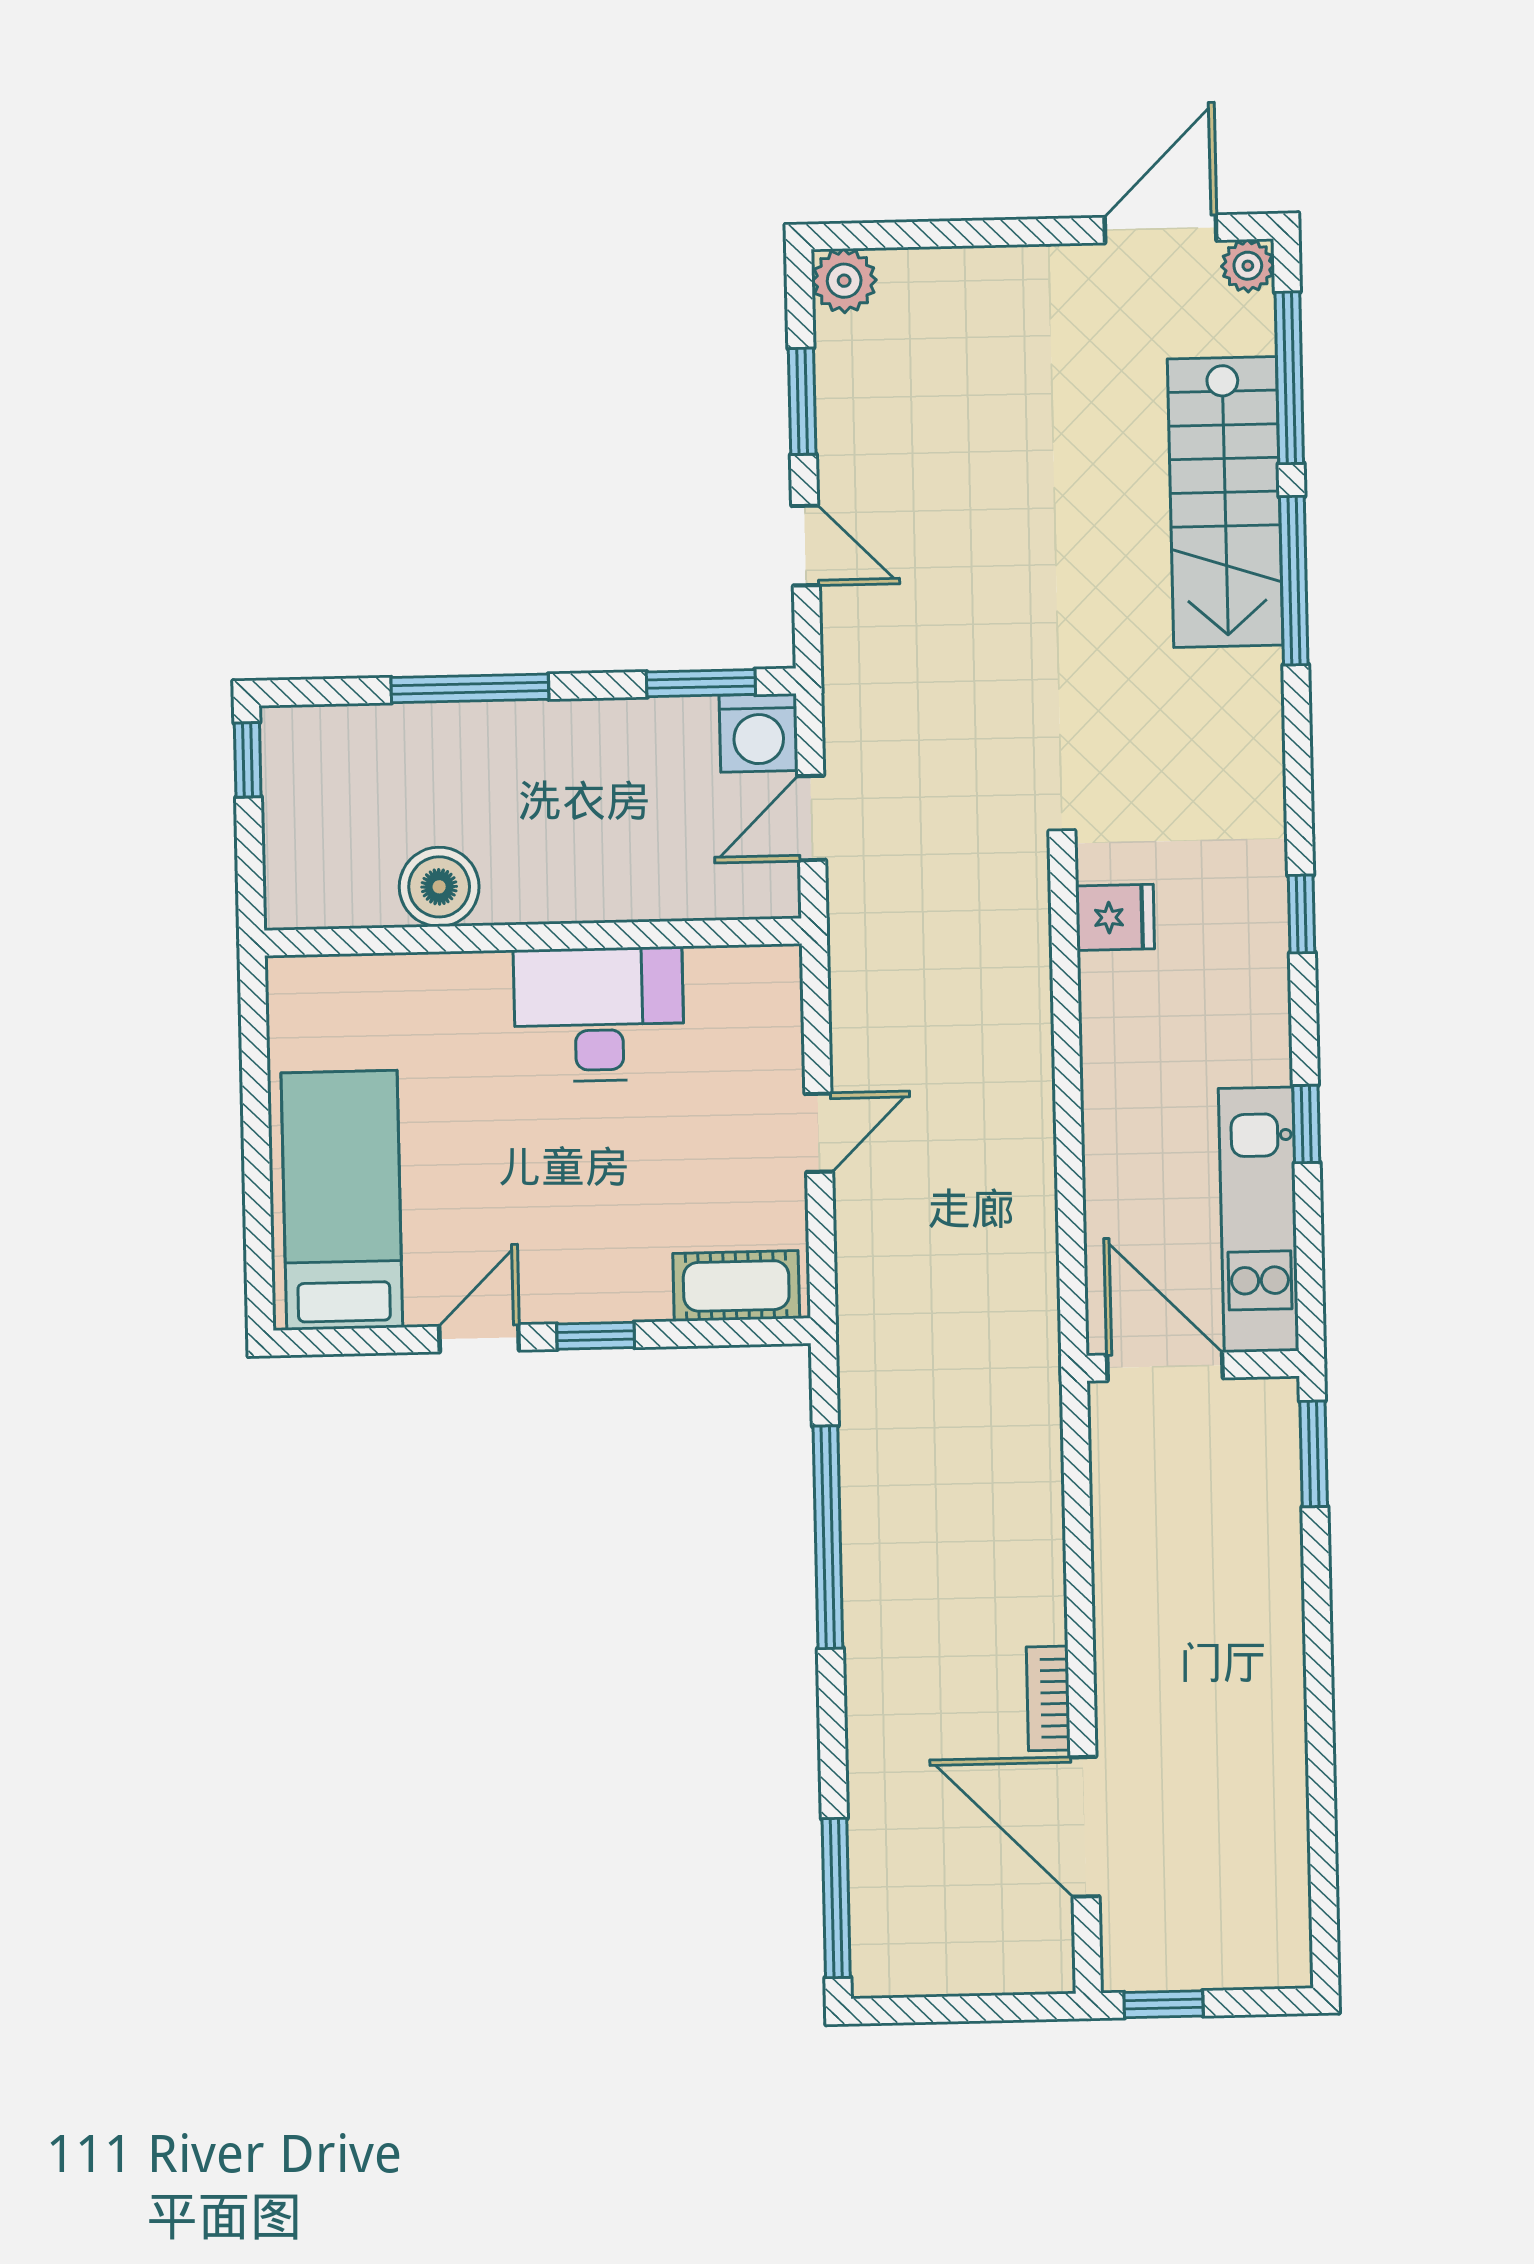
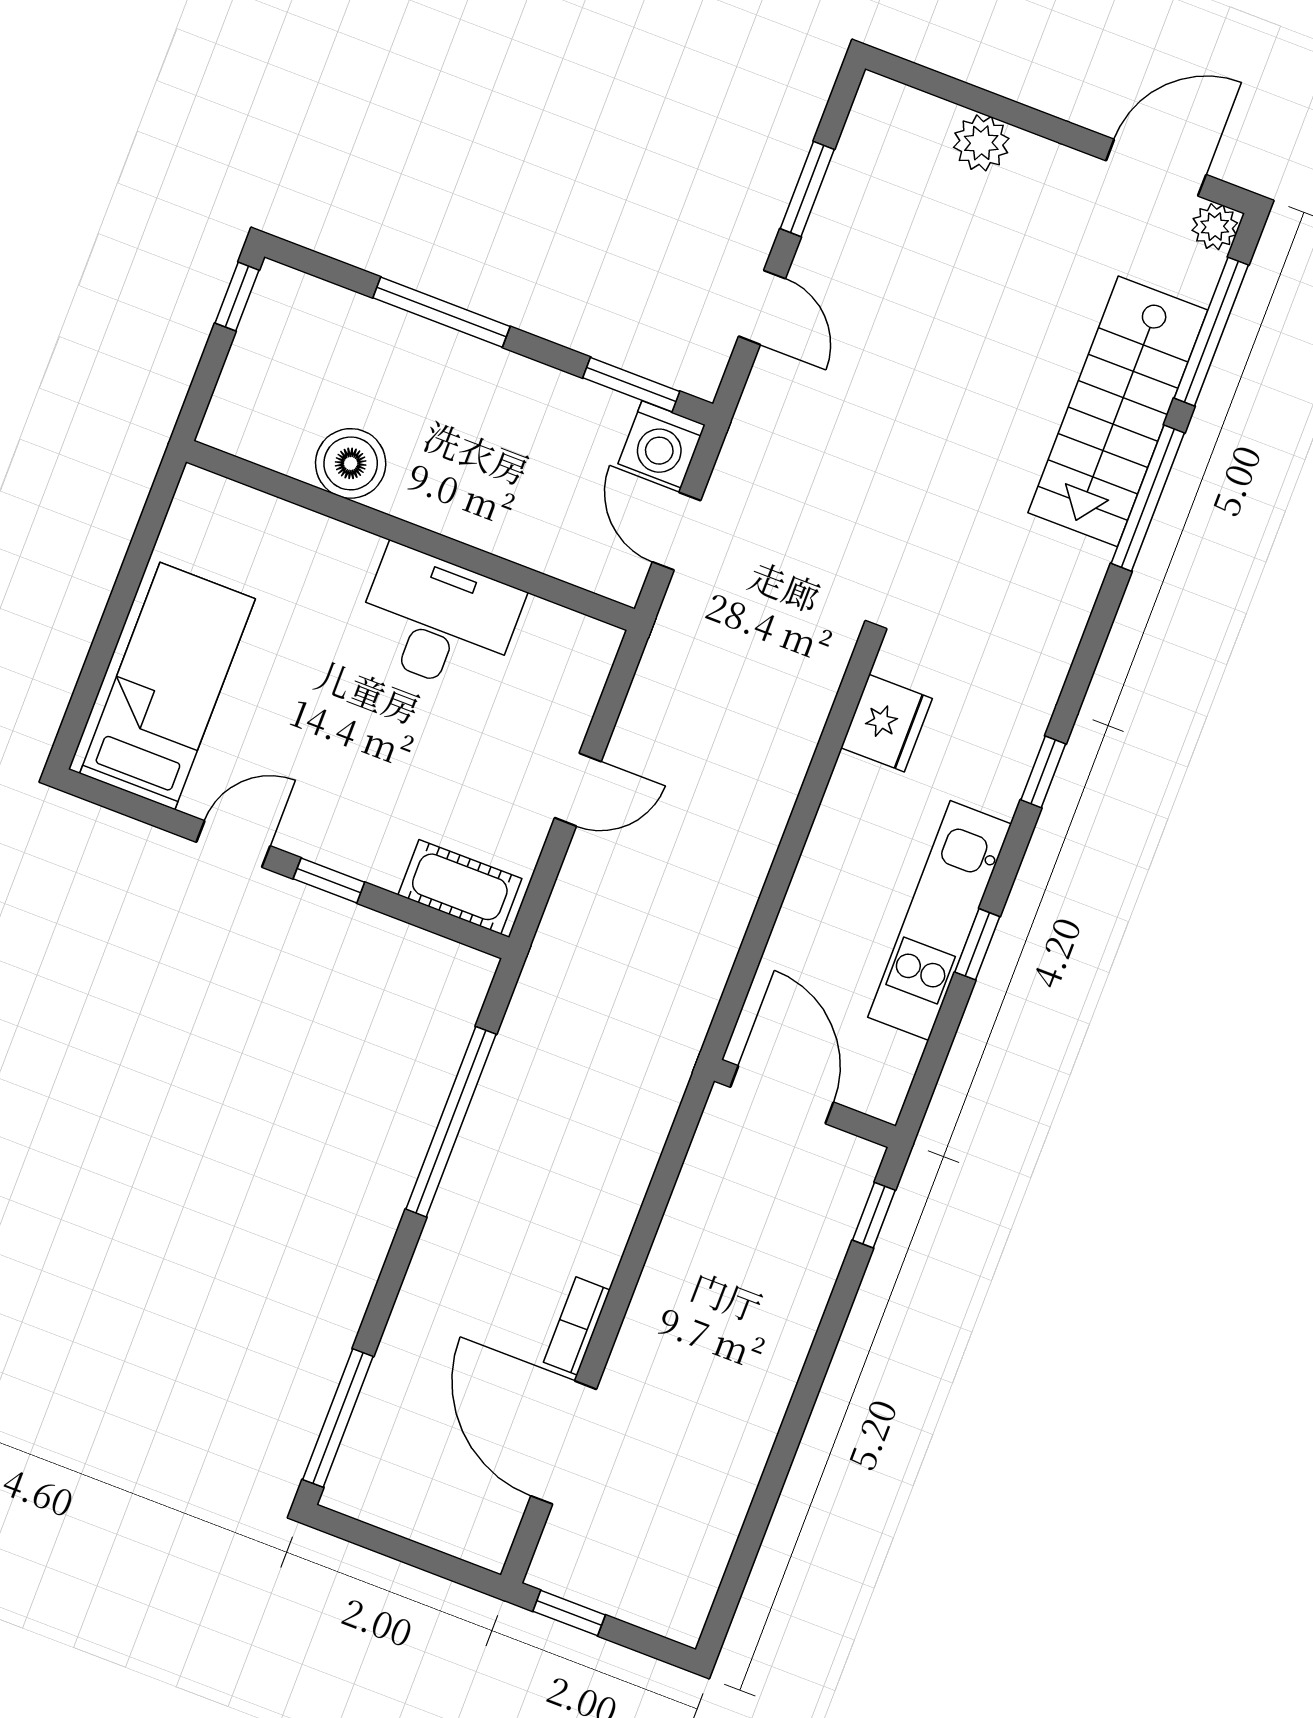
plant: (844, 281) -> (981, 143), moved
door: (812, 818) -> (677, 531), hinge flipped
fridge: (1115, 917) -> (887, 723), width x1.38
kitchen unit: (1259, 1220) -> (940, 921), moved
window: (1314, 1454) -> (874, 1215), width x0.67

